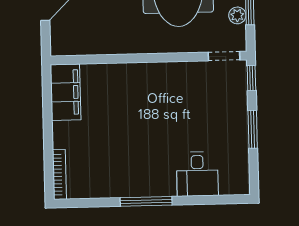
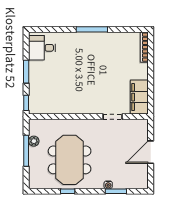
doorway: (224, 56) -> (113, 117), moved
desk: (197, 174) -> (42, 48), moved, turned -90

